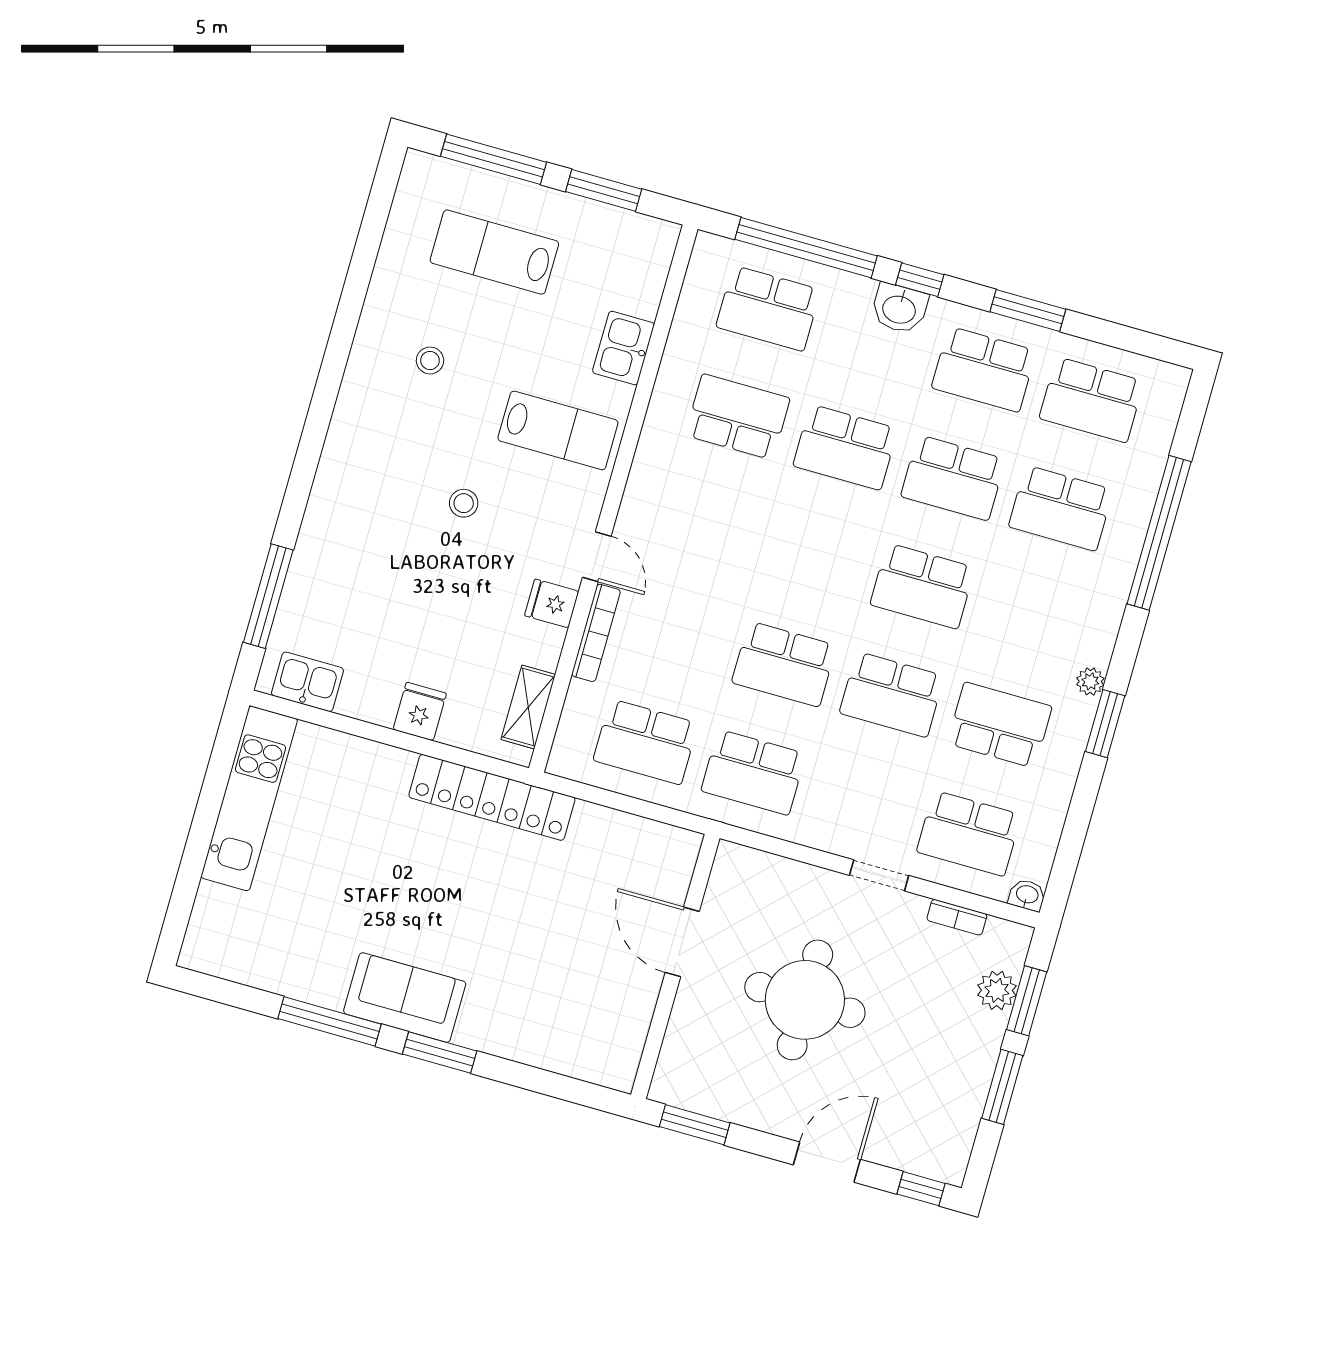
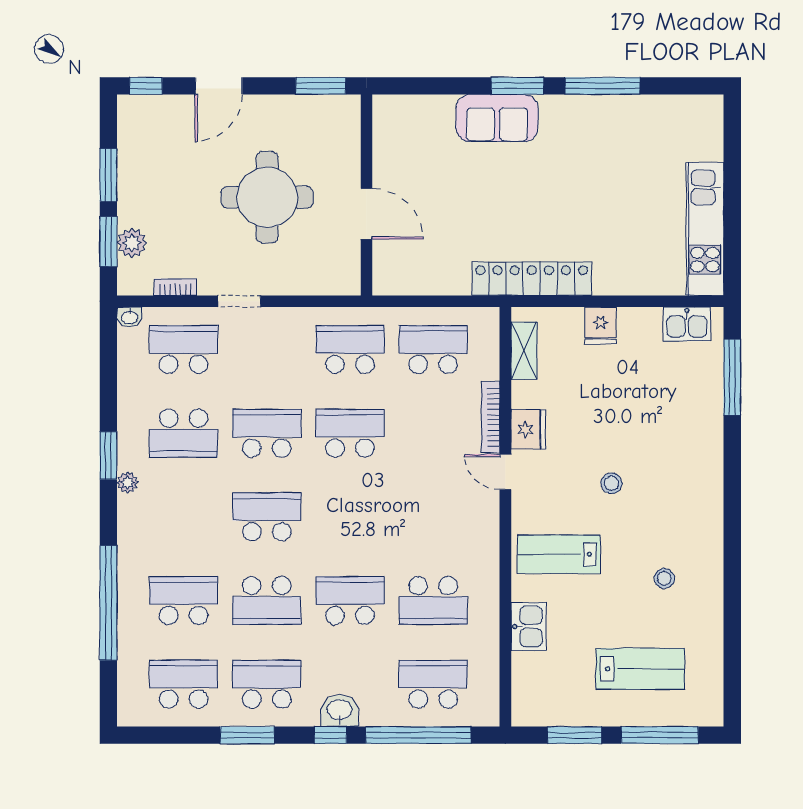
school desk: (953, 478) -> (267, 600), turned 180
fridge: (552, 603) -> (528, 429), width x1.38
sofa: (405, 998) -> (497, 118), moved

